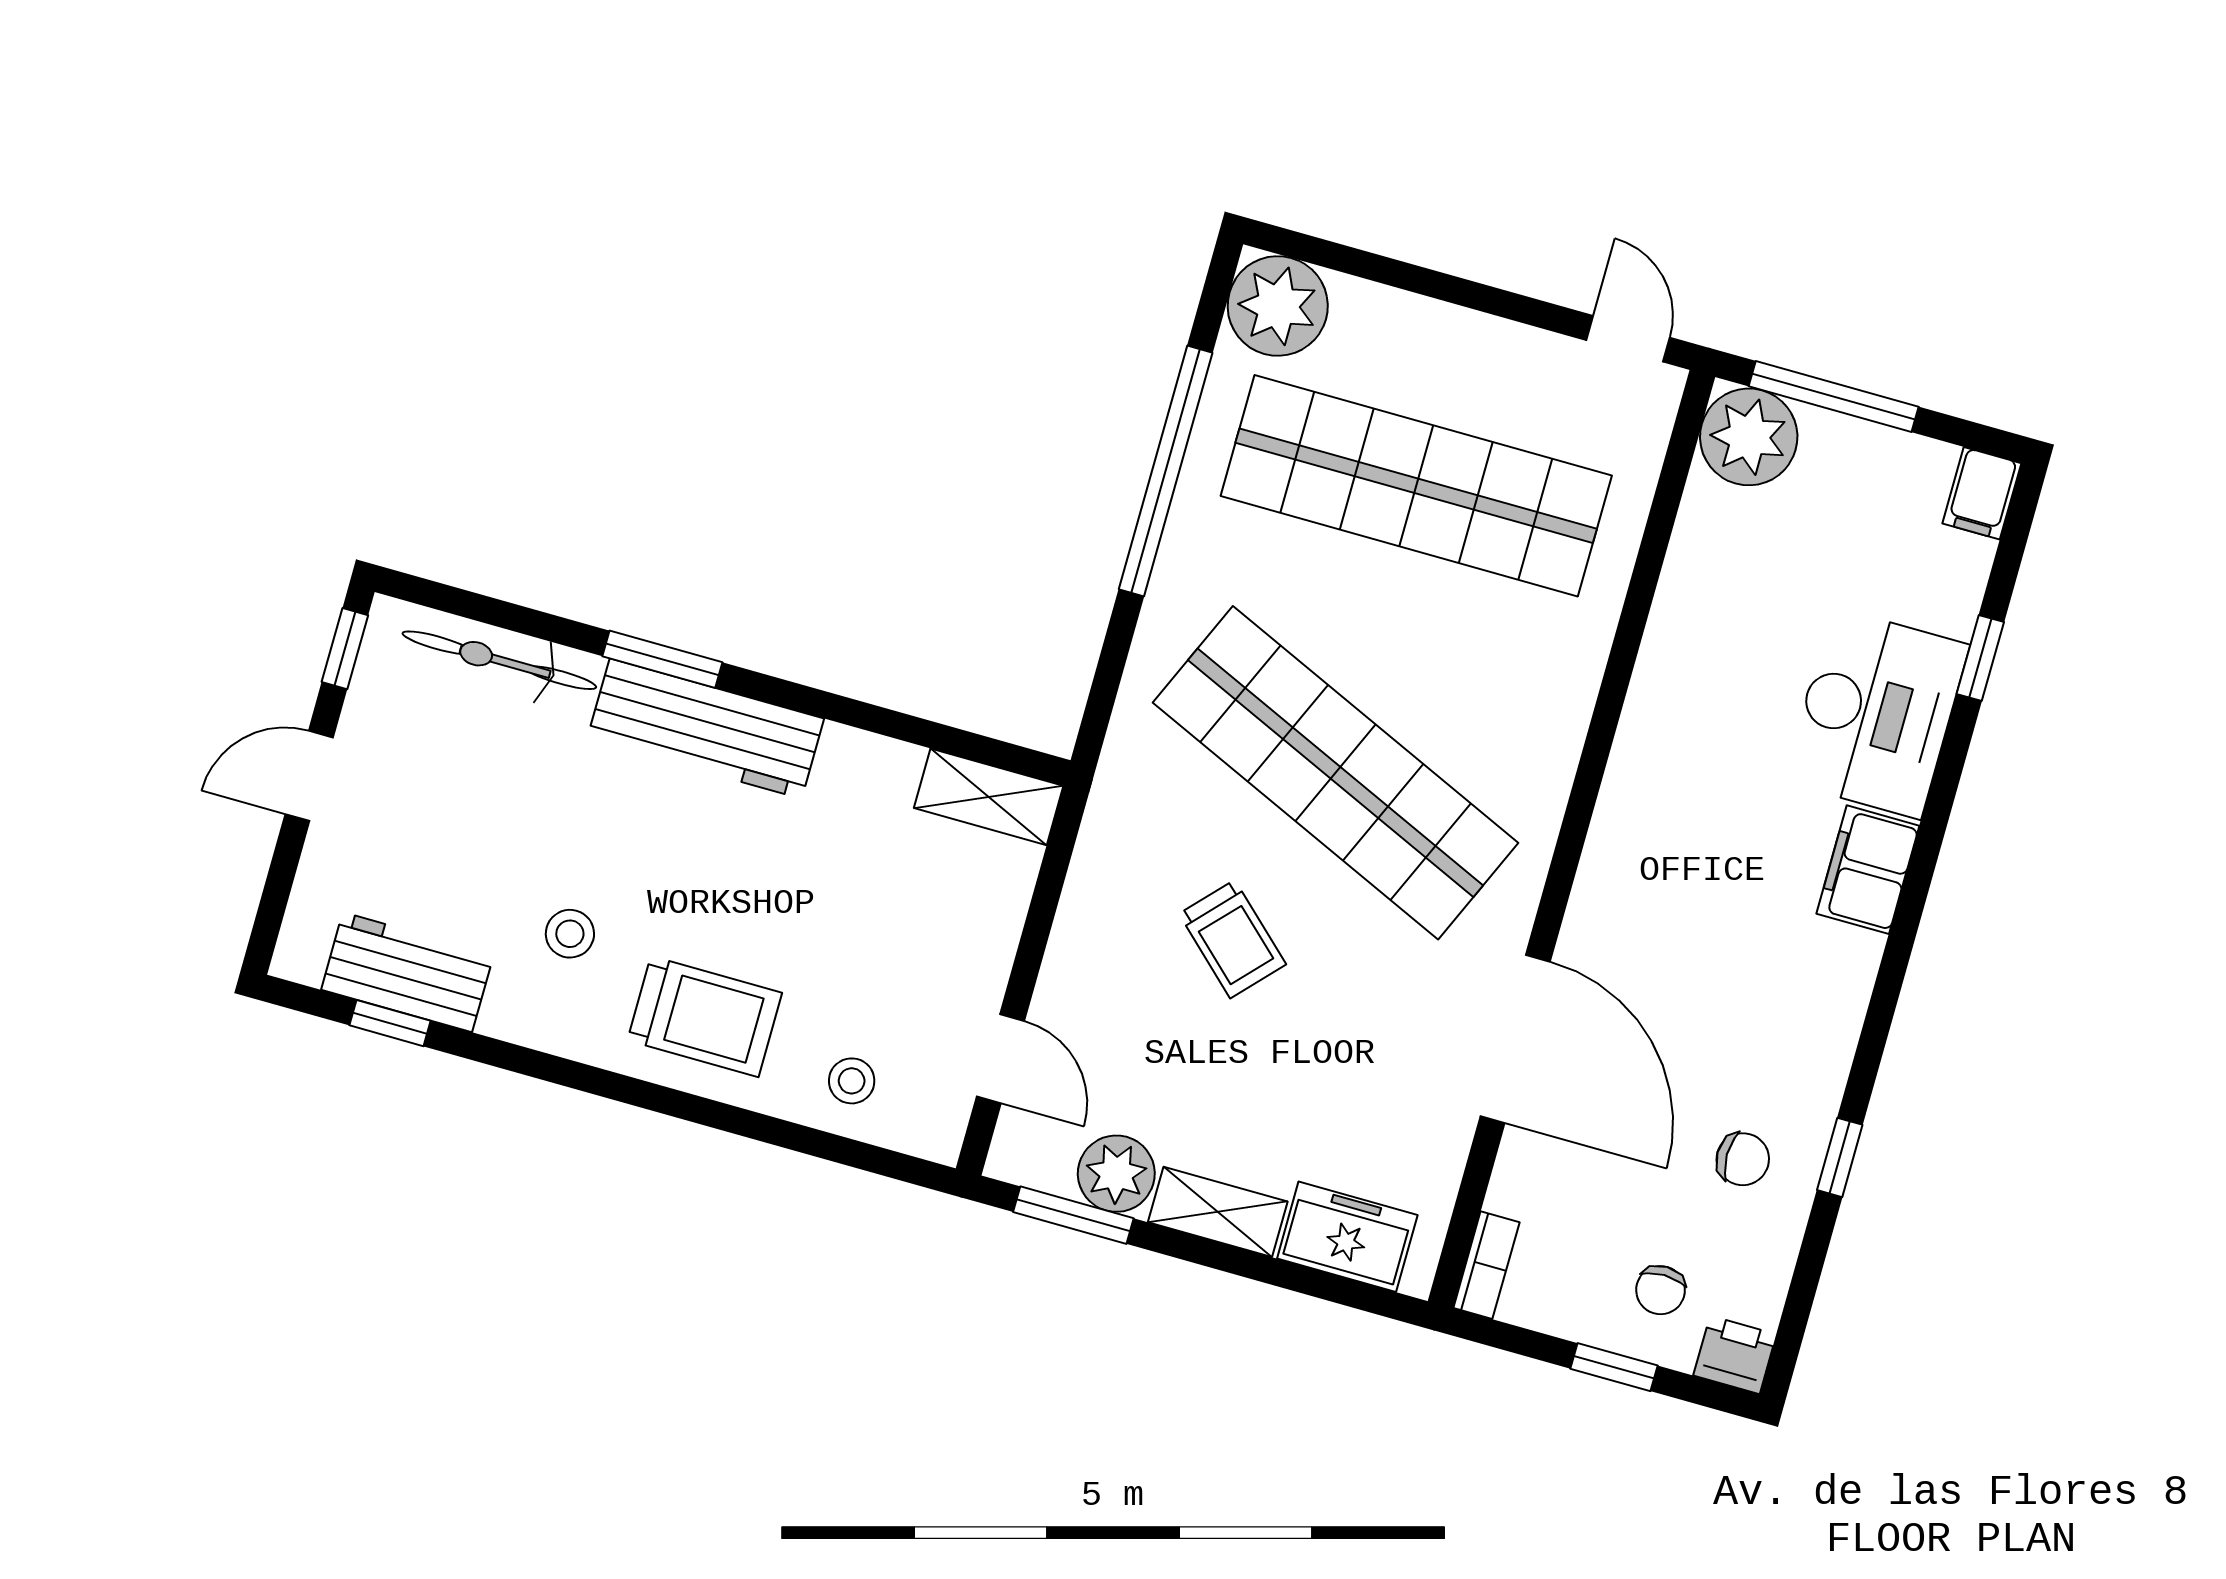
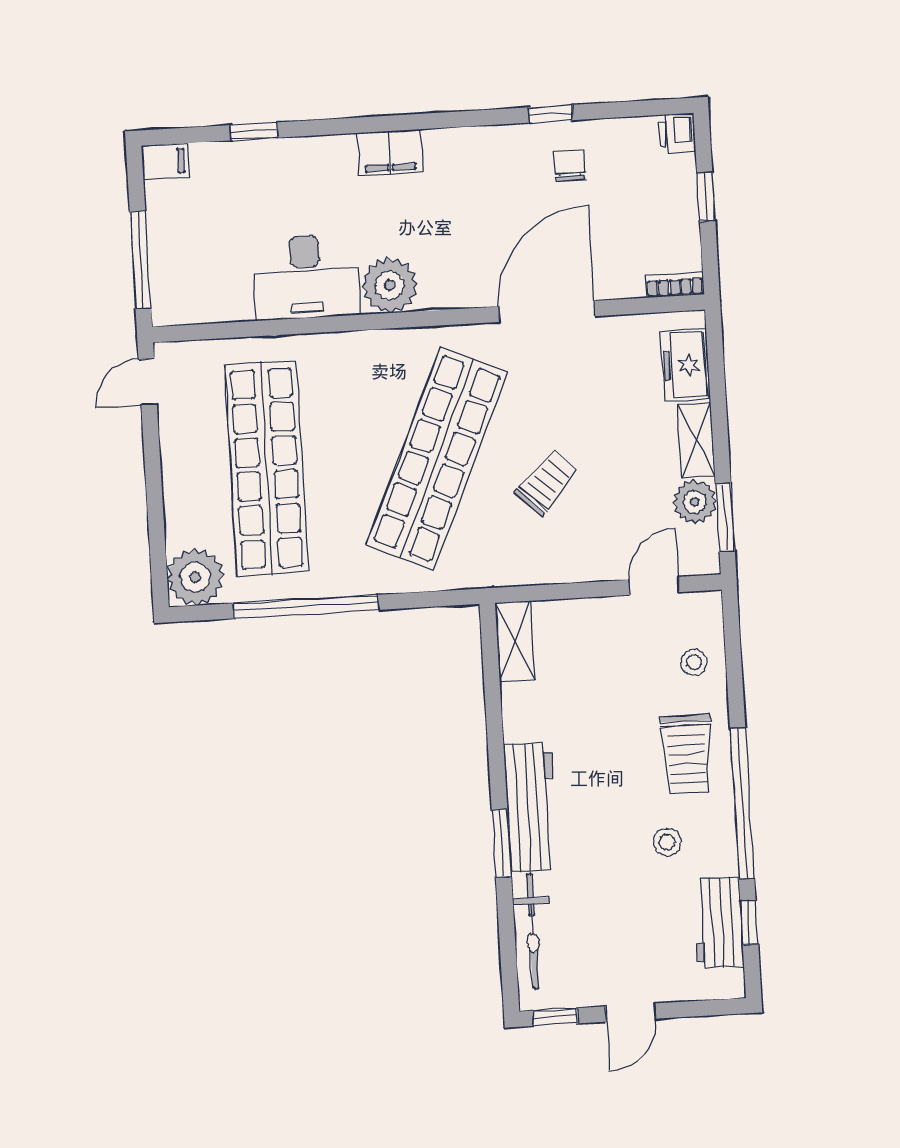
plant: (1749, 437) -> (390, 285), moved
desk: (1876, 713) -> (306, 277), moved, turned 180
door: (309, 776) -> (631, 1013), hinge flipped
trolley: (705, 1017) -> (687, 754), turned 180
window: (591, 1080) -> (742, 803), added
chair: (1661, 1290) -> (656, 186), removed

